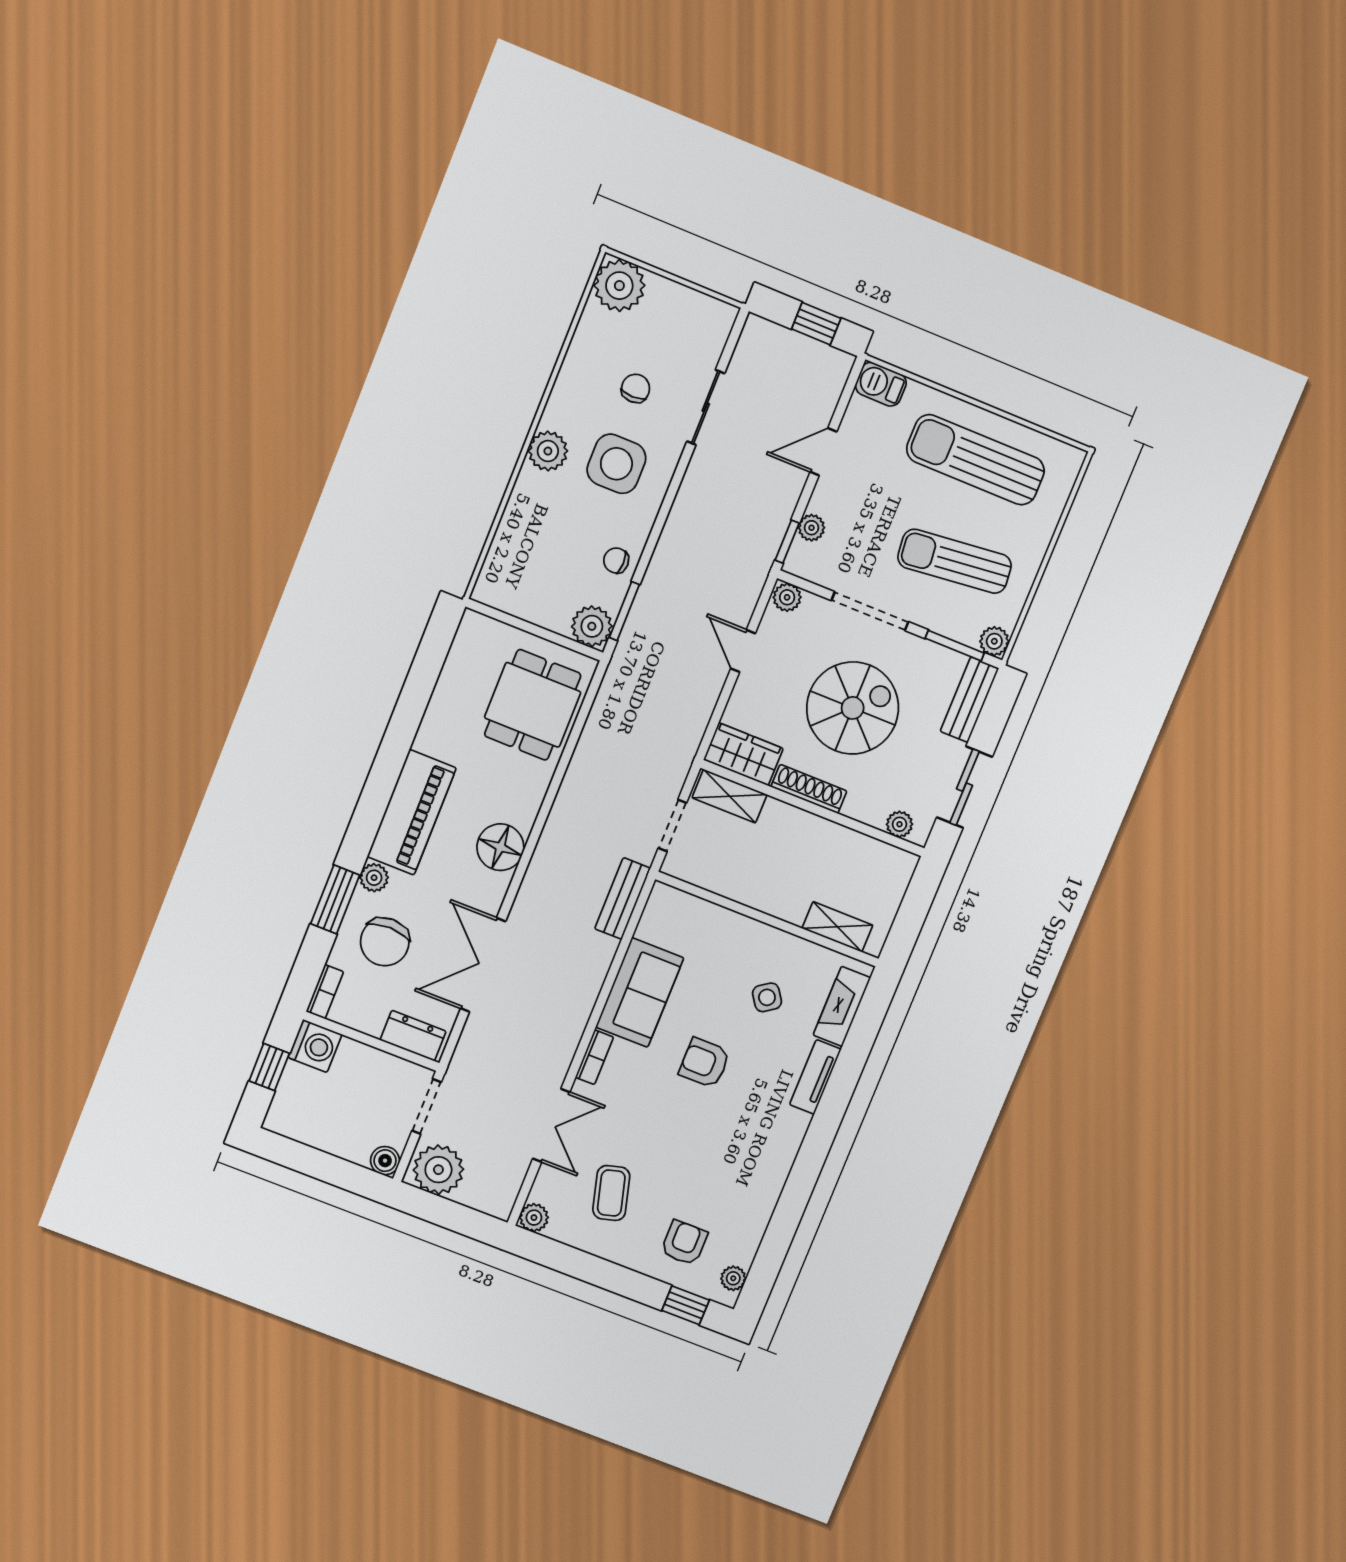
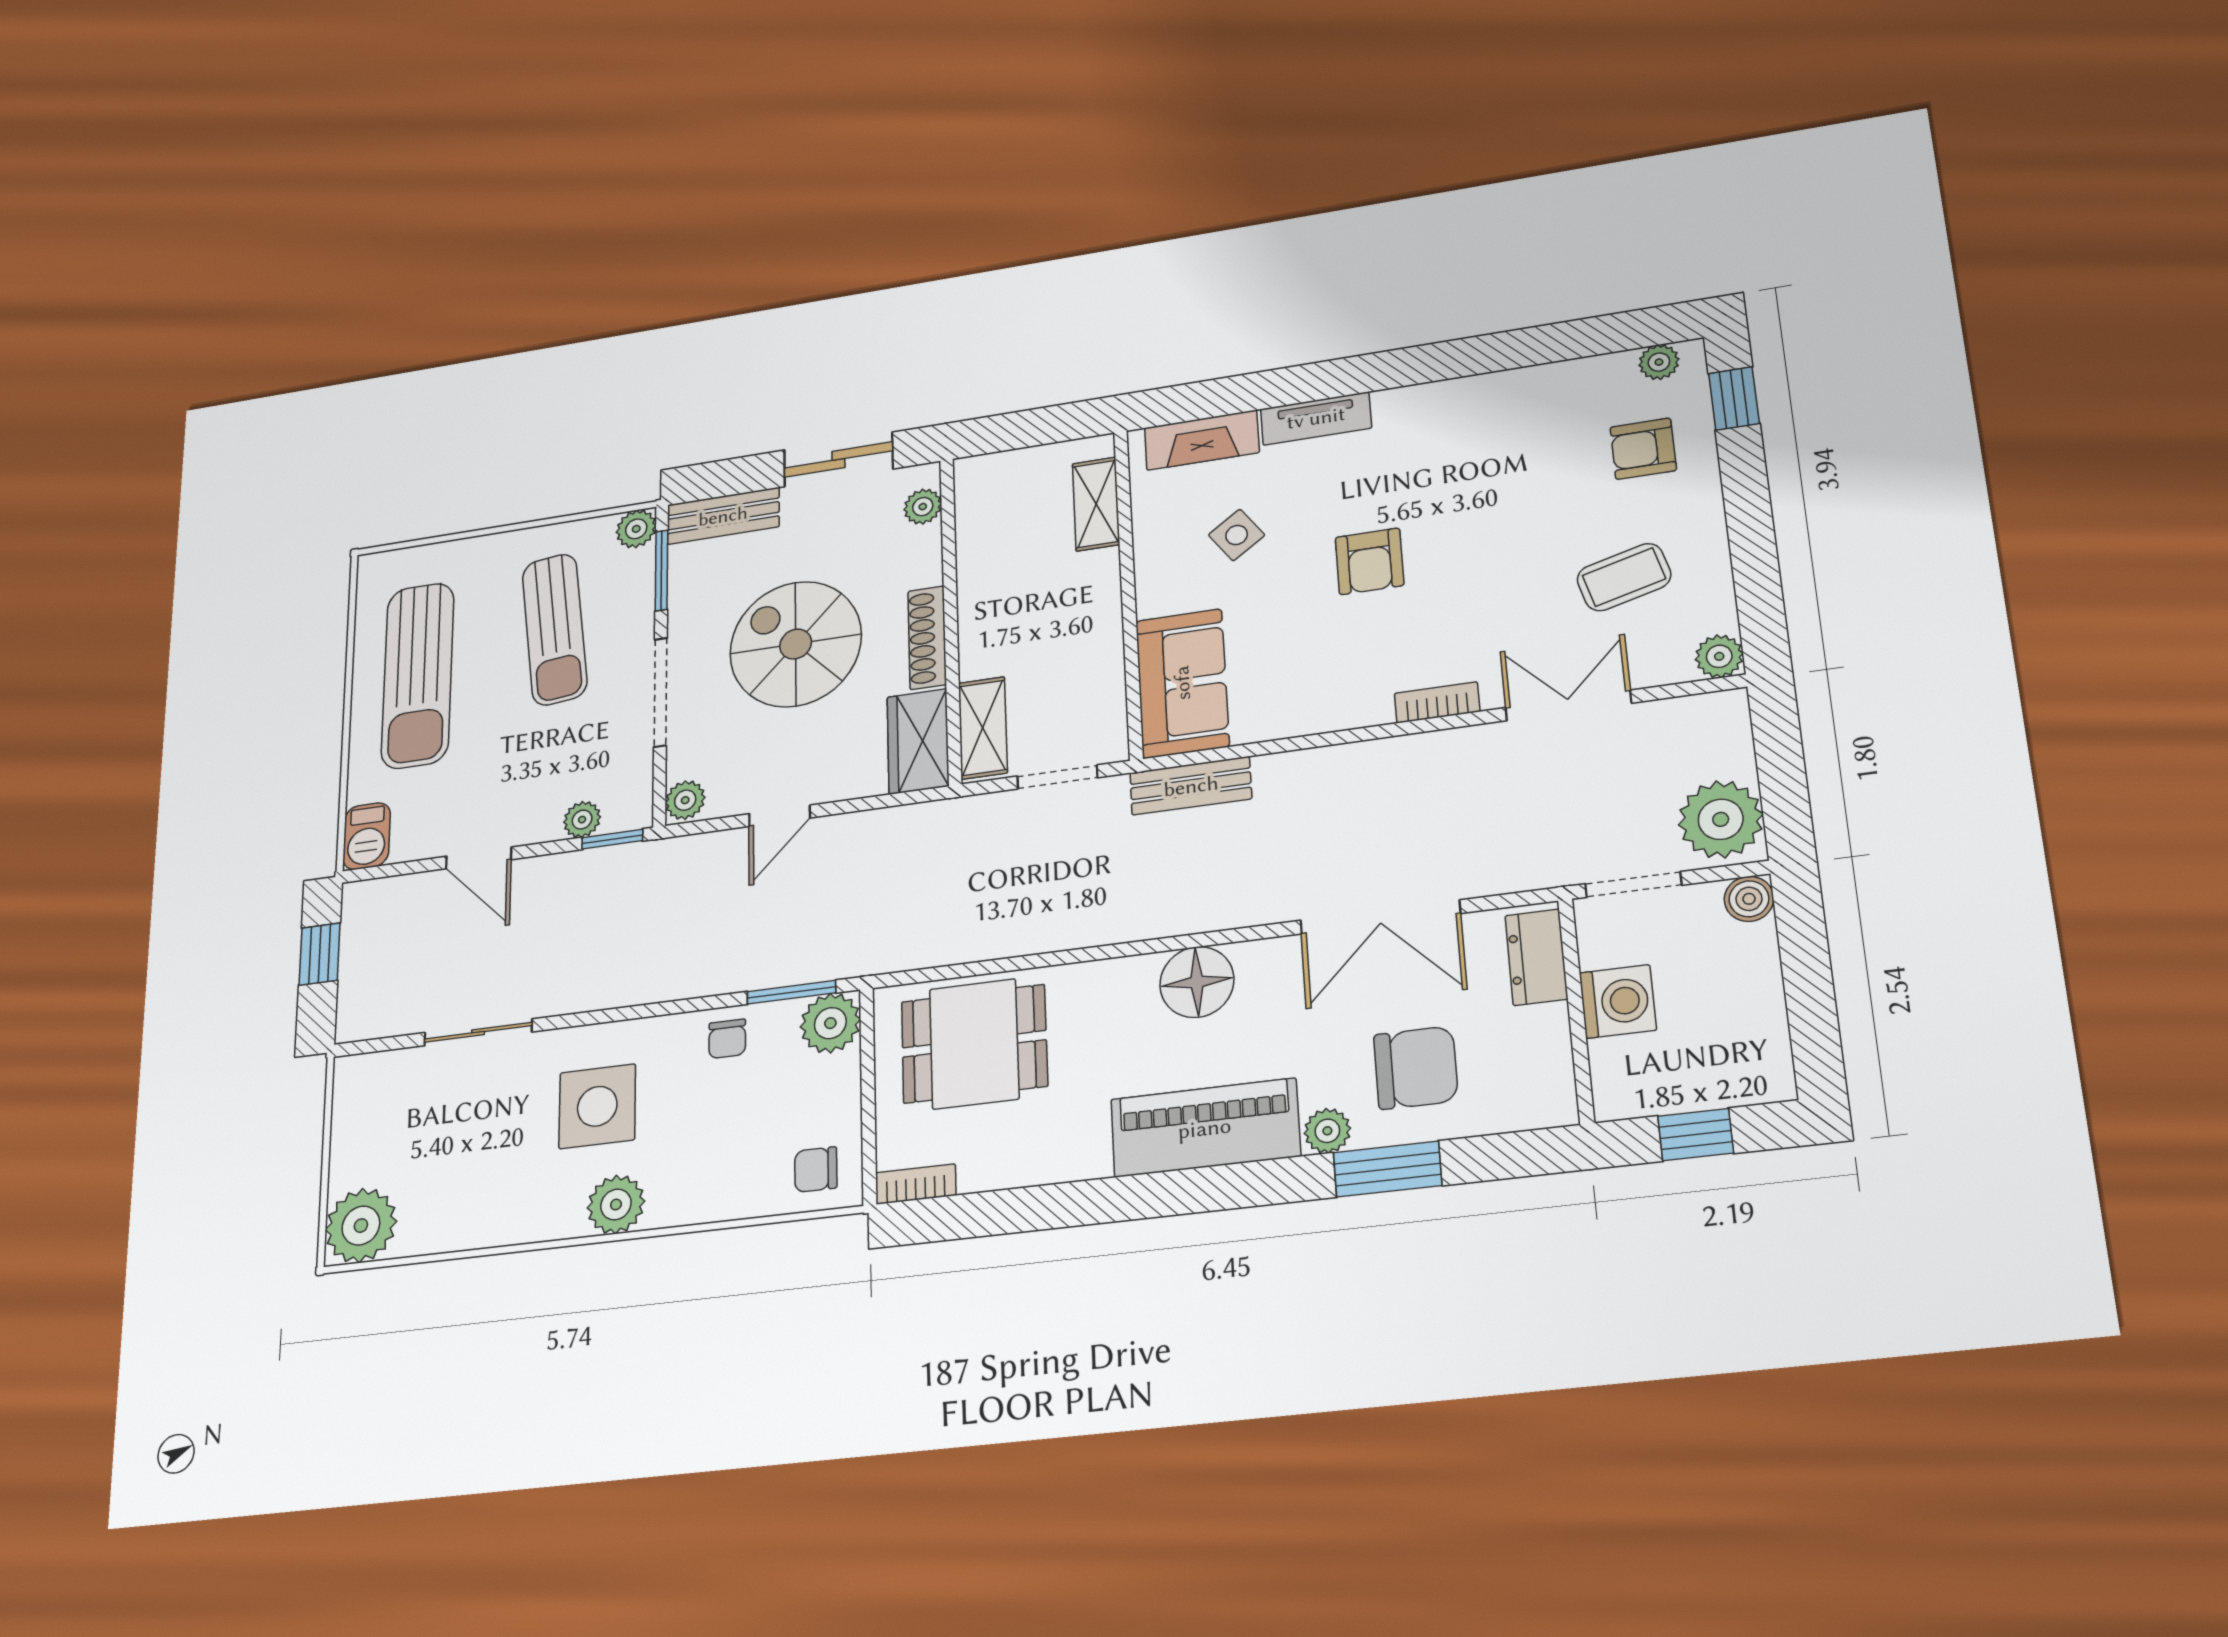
chair: (636, 388) -> (816, 1170), moved
bookcase: (325, 992) -> (916, 1184), moved
sofa: (640, 992) -> (1182, 683), moved, turned 90
washing machine: (315, 1046) -> (1618, 1001), moved, turned 90

